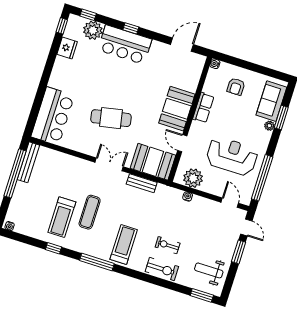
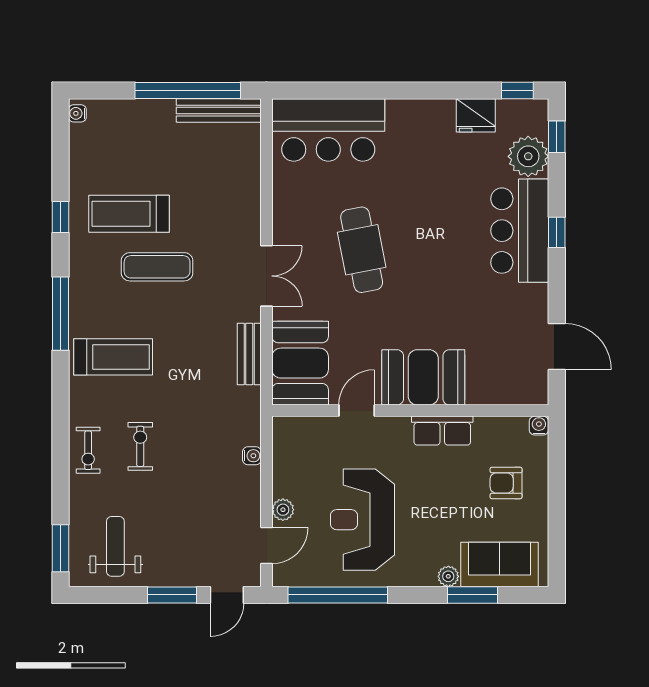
reception desk: (232, 156) -> (363, 520), turned 180
plant: (193, 178) -> (283, 510), moved, width x0.53, depth x0.53
exercise bike: (162, 269) -> (88, 450), width x0.73, depth x0.72

